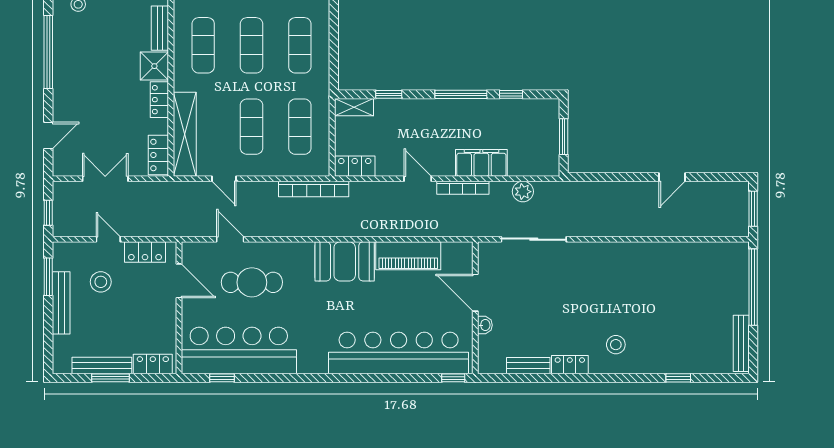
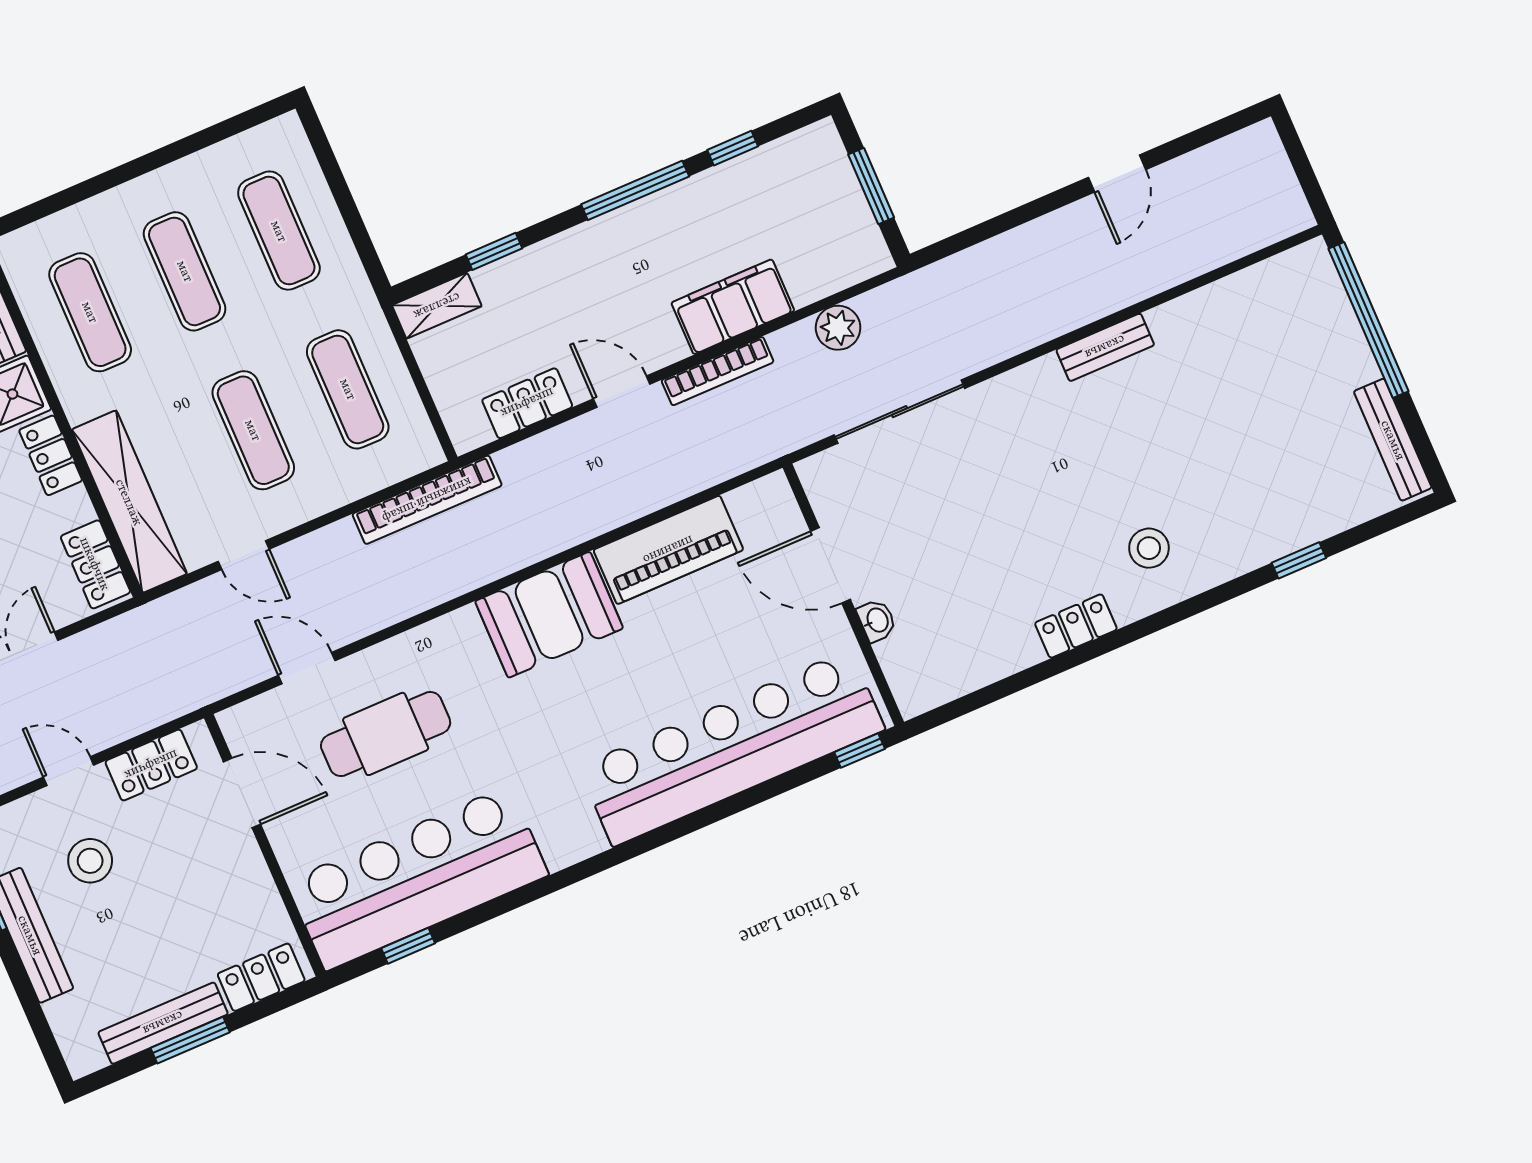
locker: (355, 166) -> (527, 403), moved
window: (753, 209) -> (1302, 167), removed
bench: (528, 366) -> (1105, 347), moved

